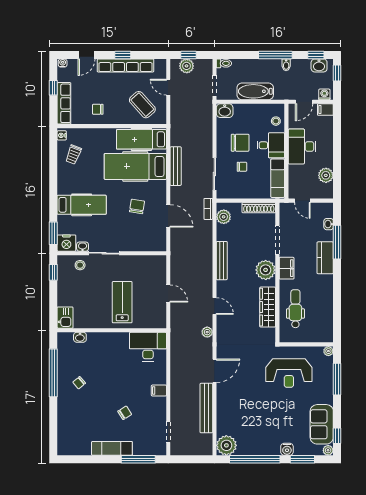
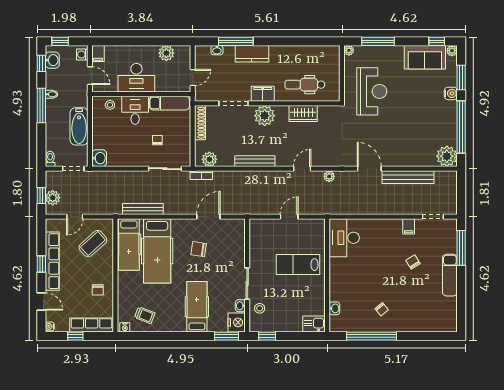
chair: (240, 143) -> (132, 142), removed
bench: (176, 166) -> (143, 209), moved
wardrobe: (268, 307) -> (303, 113), width x0.67
filing cabinet: (159, 391) -> (409, 226), moved

